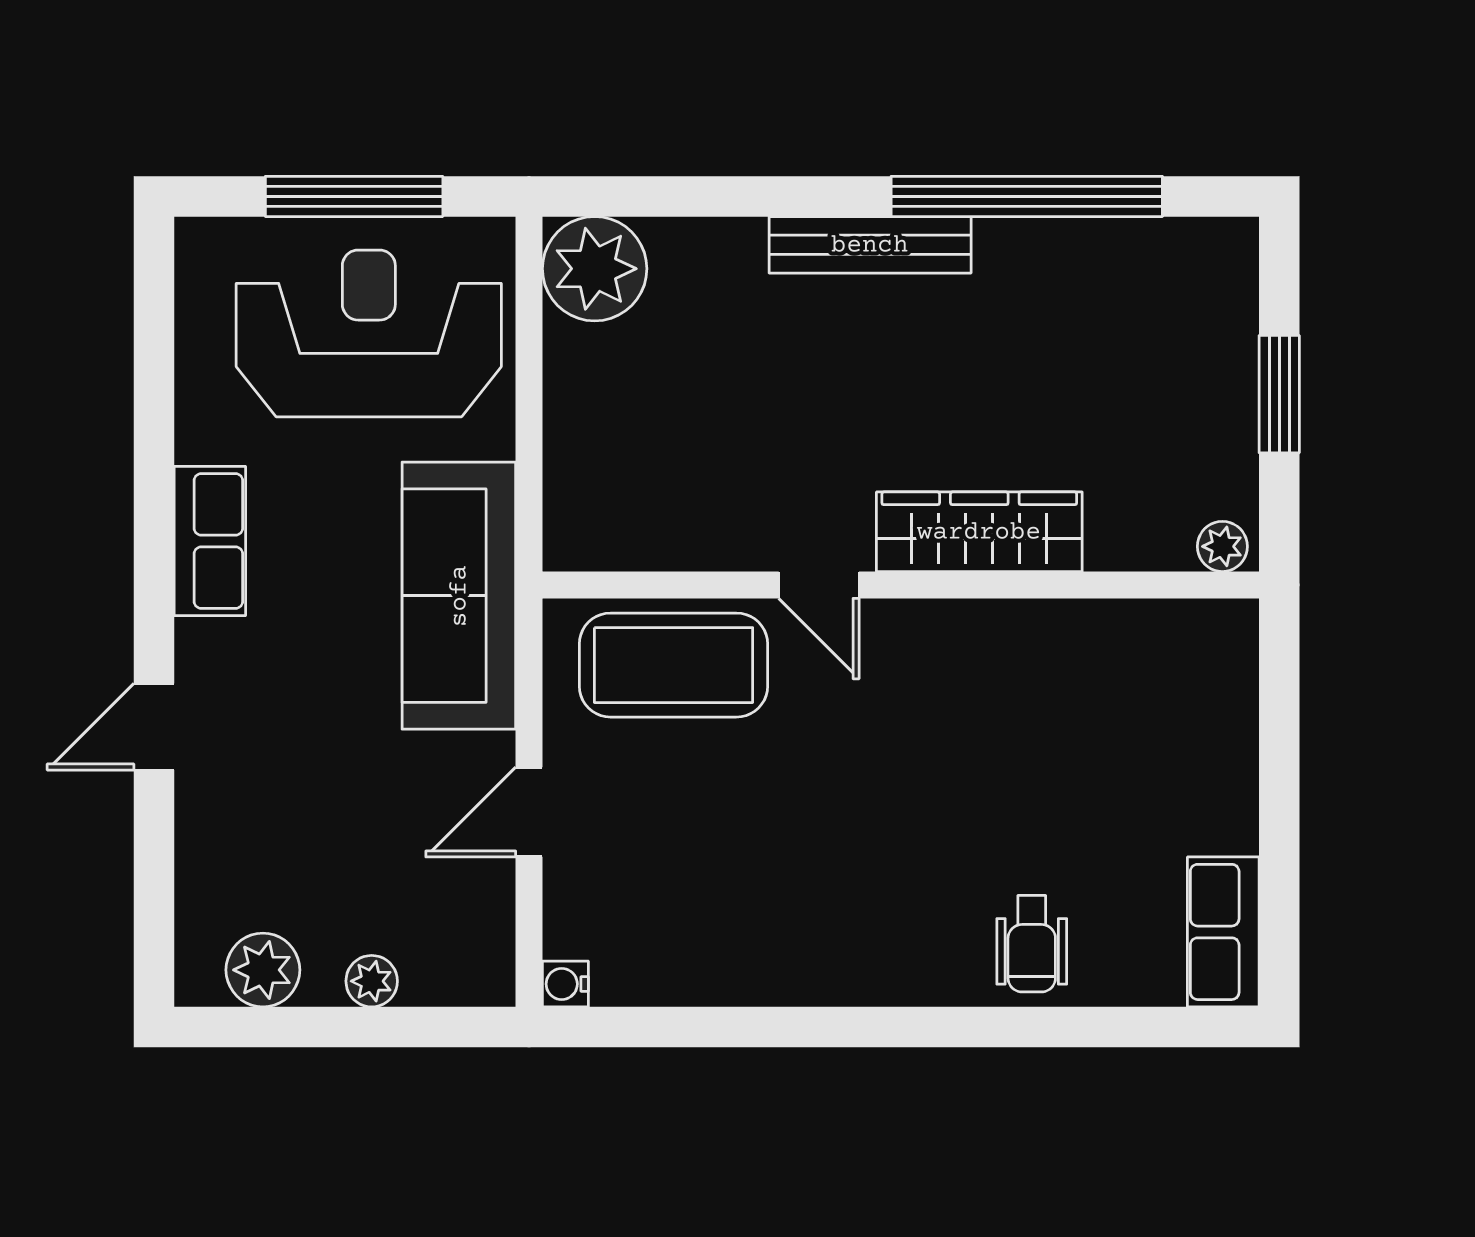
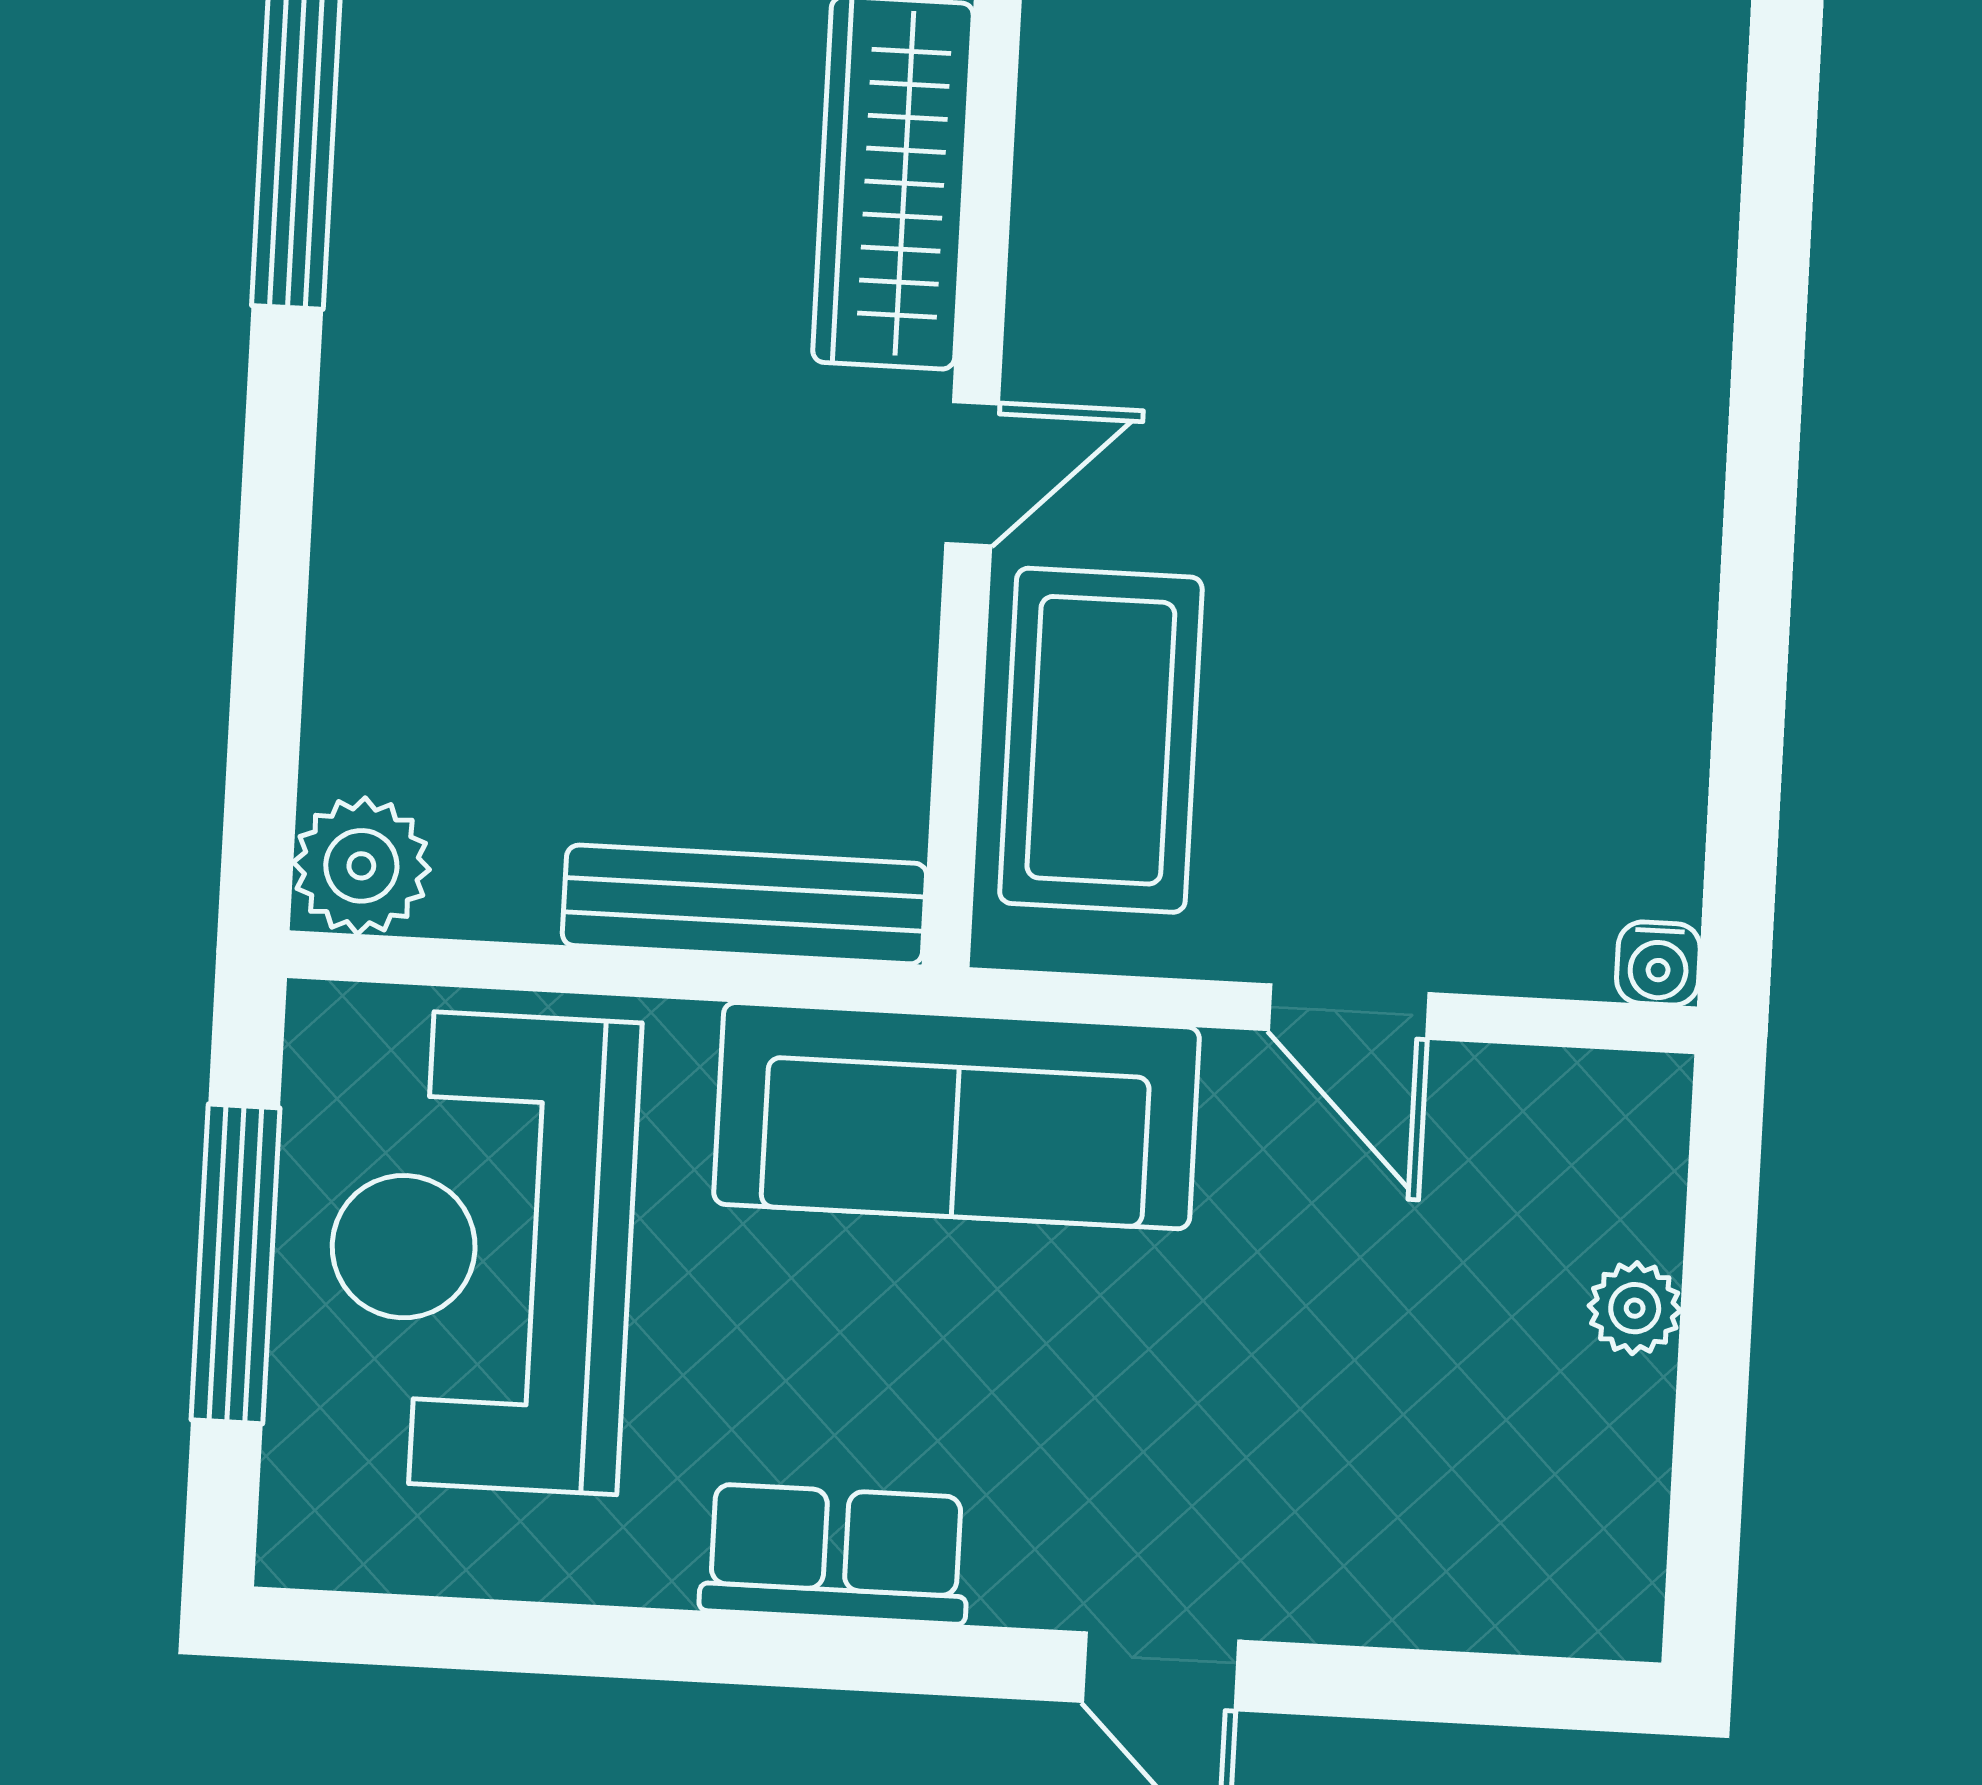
bench: (870, 245) -> (744, 904), moved, turned 90
plant: (595, 269) -> (361, 866), width x0.73, depth x0.73
wheelchair: (1032, 944) -> (1632, 129), removed
plant: (263, 970) -> (1604, 1501), removed

